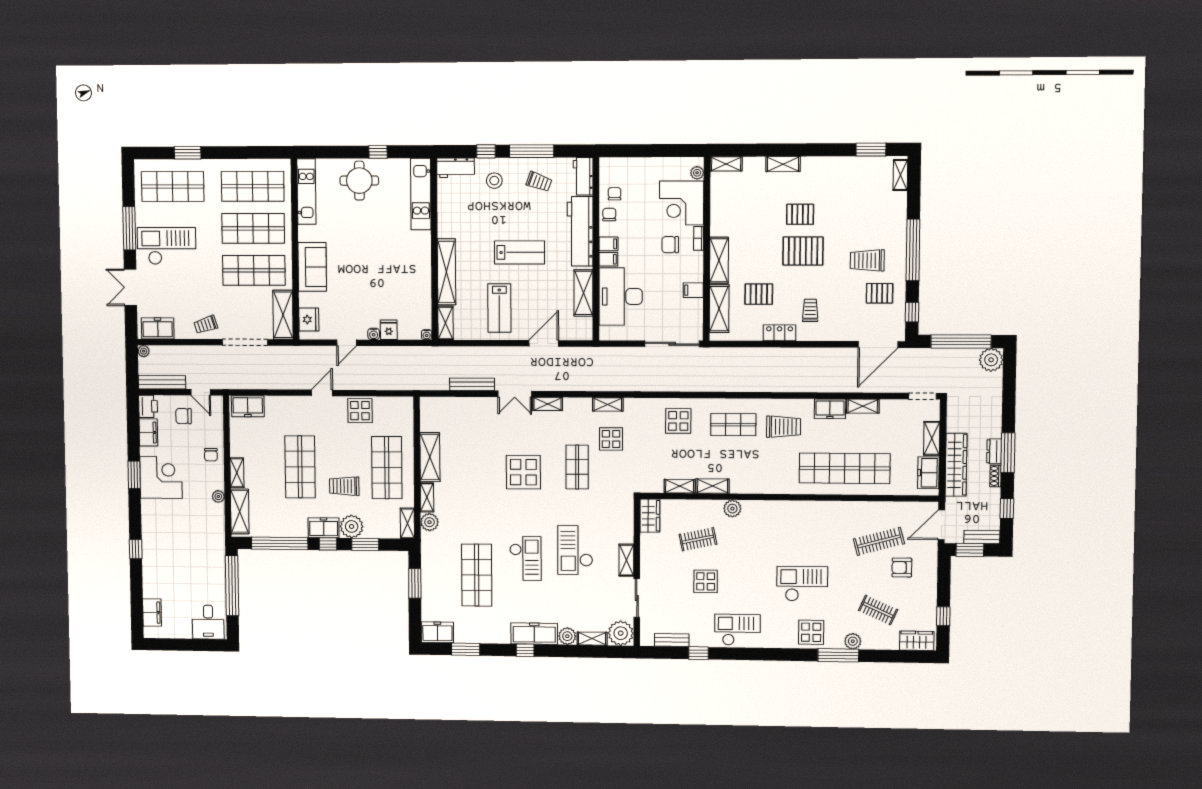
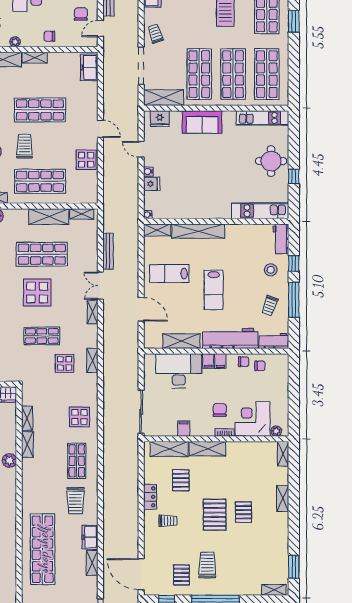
shop shelf: (476, 466) -> (42, 254), added
shelving: (427, 497) -> (82, 214), moved

